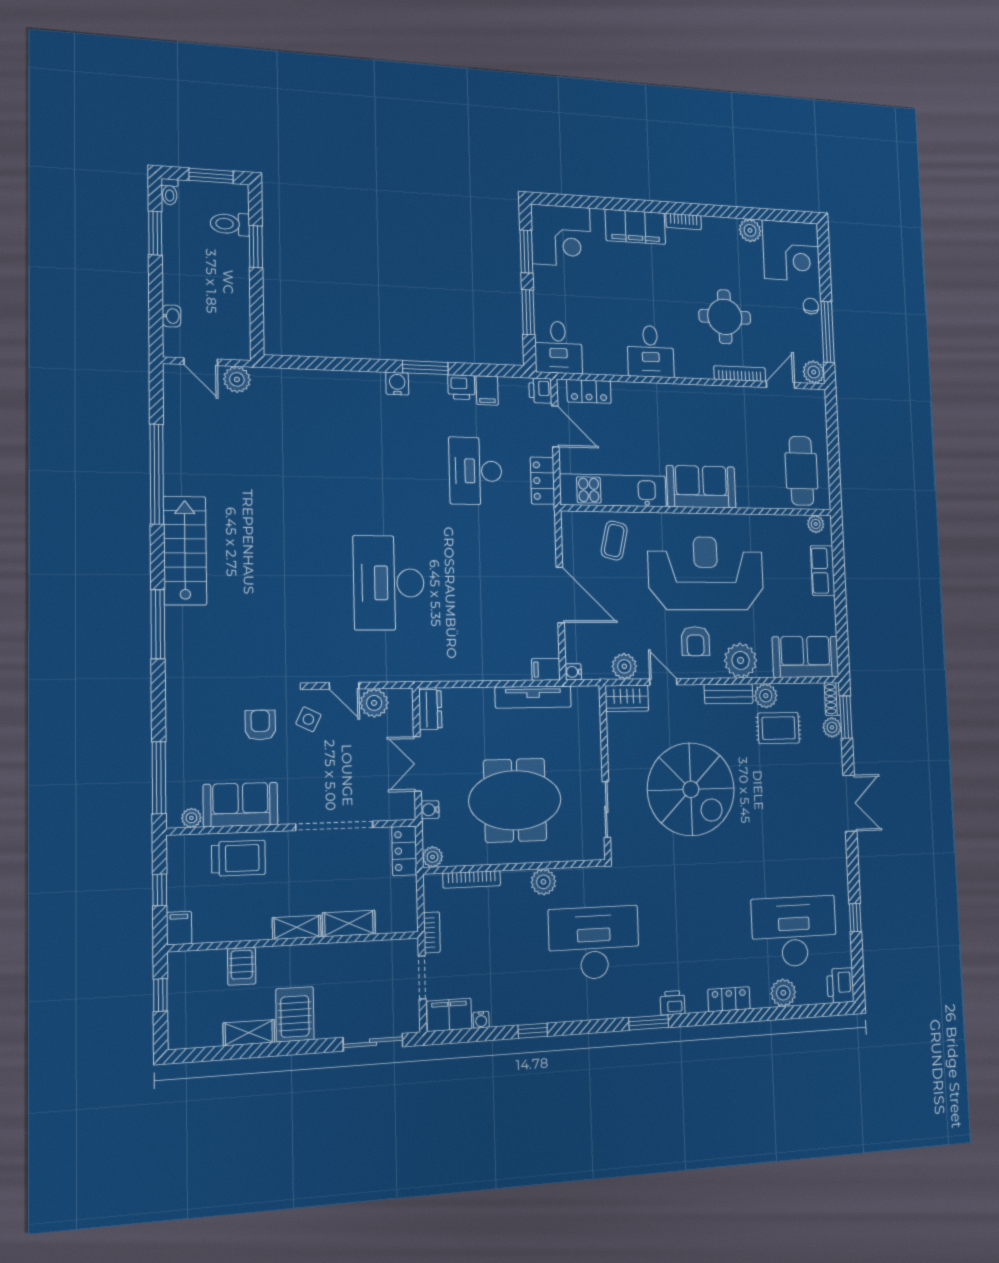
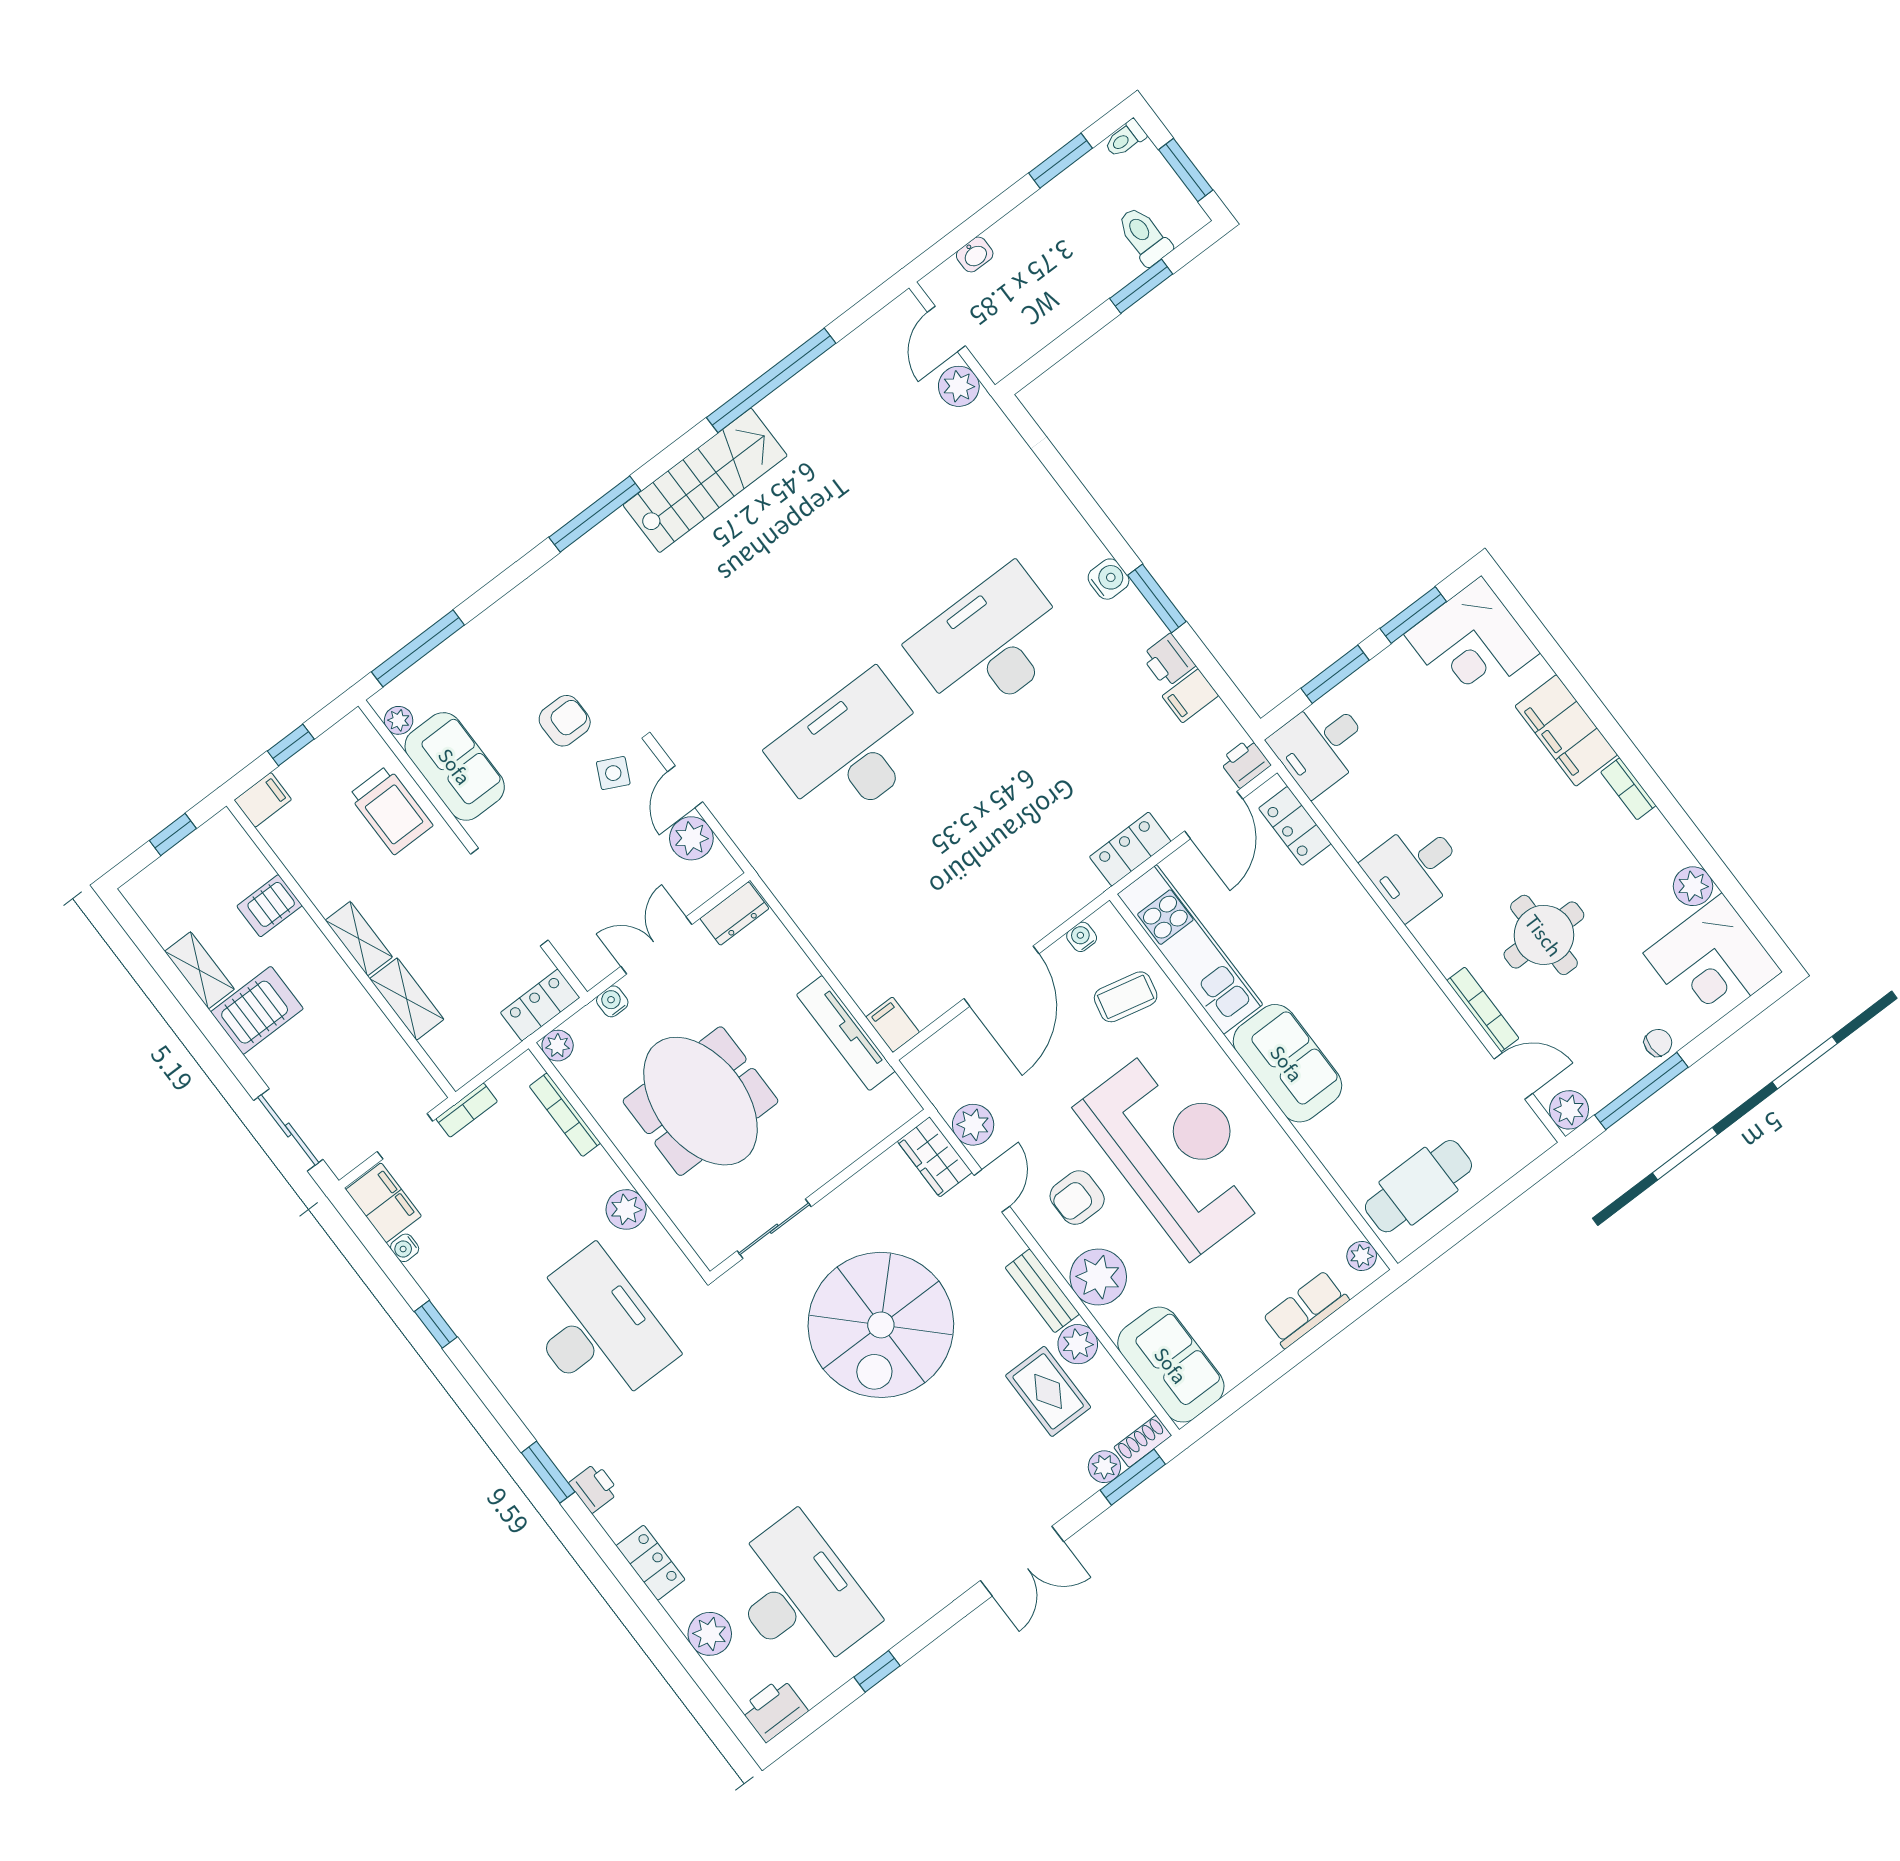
desk: (475, 471) -> (991, 644), moved, width x1.36, depth x1.30
water cooler: (573, 672) -> (1082, 937), moved

